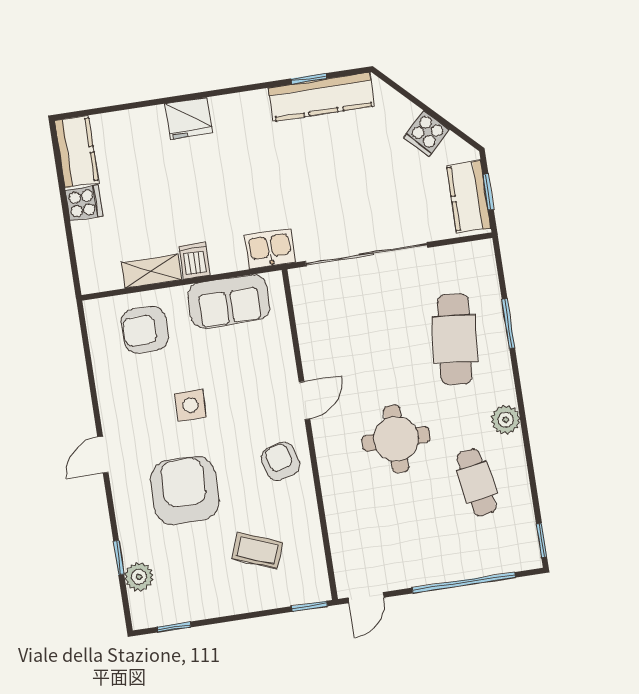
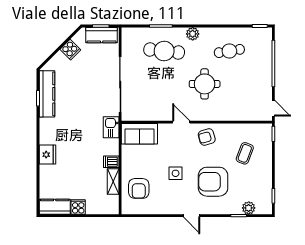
sofa: (229, 301) -> (139, 134), moved, turned 90
plant: (506, 420) -> (193, 34), moved

